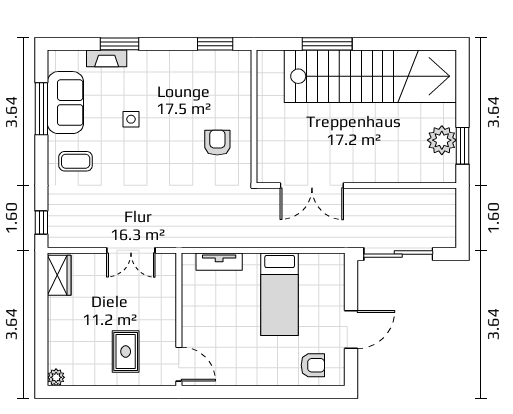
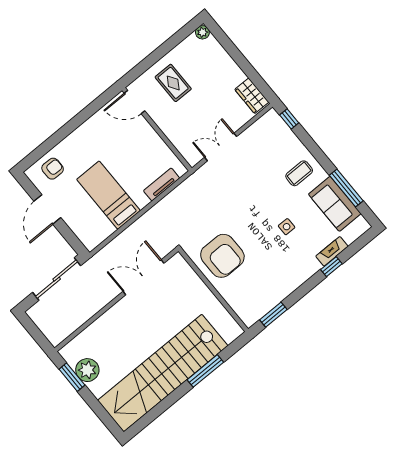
window: (120, 44) -> (331, 267), width x0.67
armchair: (217, 143) -> (222, 256), width x1.88, depth x1.88
armchair: (313, 365) -> (53, 169), turned 180

